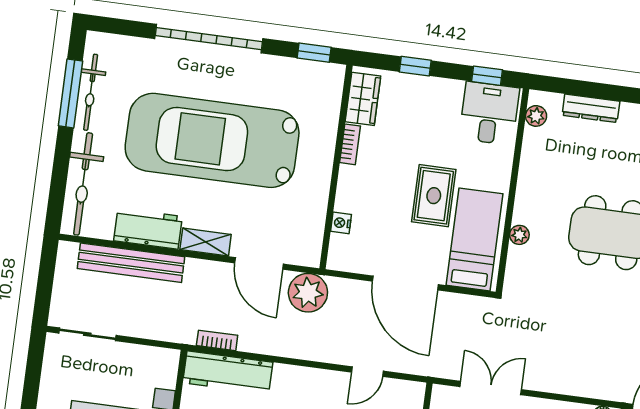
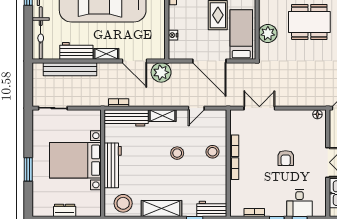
plant: (519, 235) -> (268, 33), width x1.87, depth x1.87
shelving: (299, 378) -> (162, 116), added

